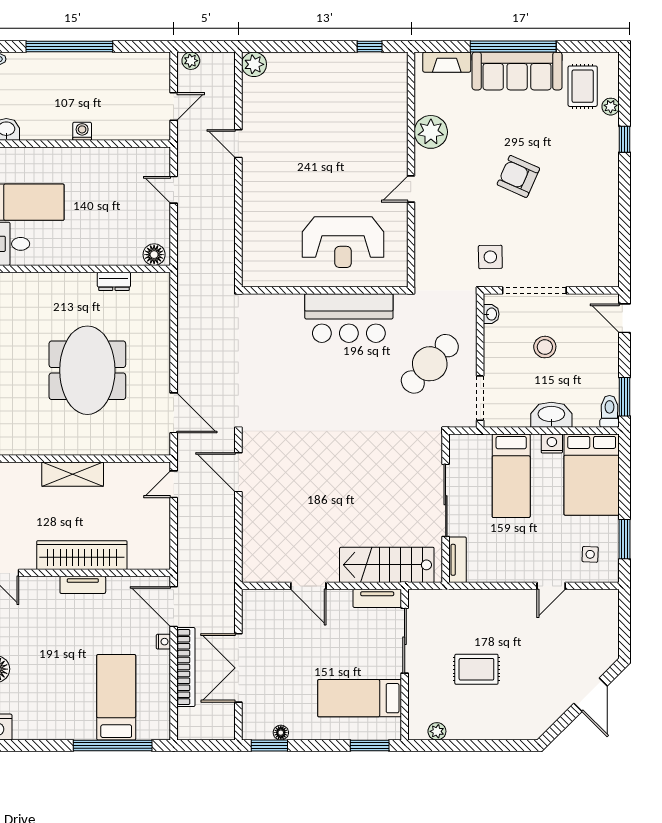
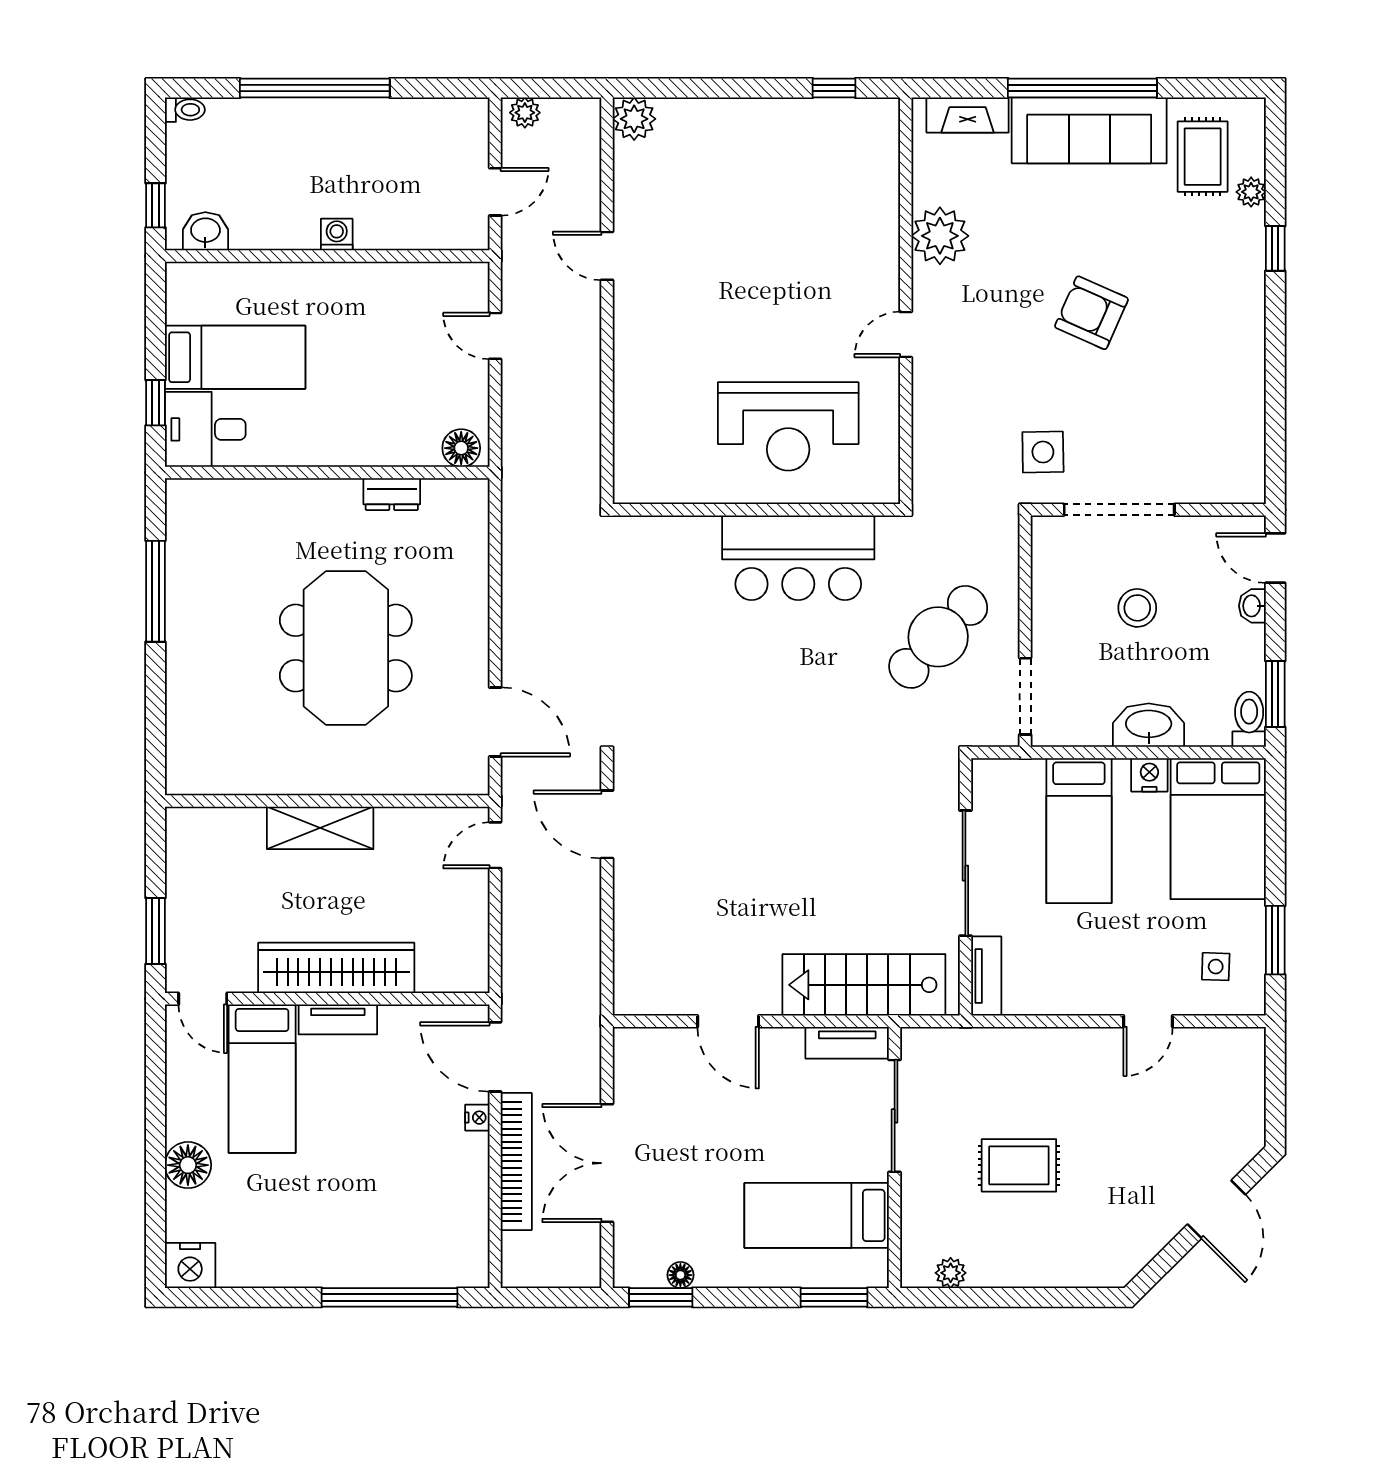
washbasin: (491, 314) -> (1252, 606), moved, turned 180
bed: (116, 697) -> (262, 1079), moved, turned 180

